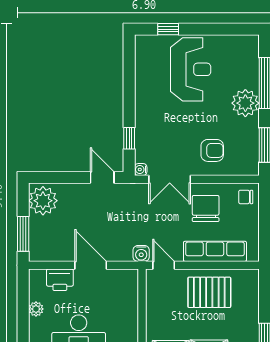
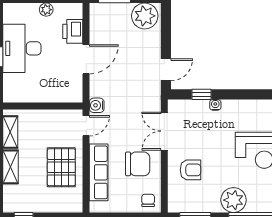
armchair: (212, 150) -> (190, 170), turned -90
water cooler: (141, 169) -> (215, 105), moved

